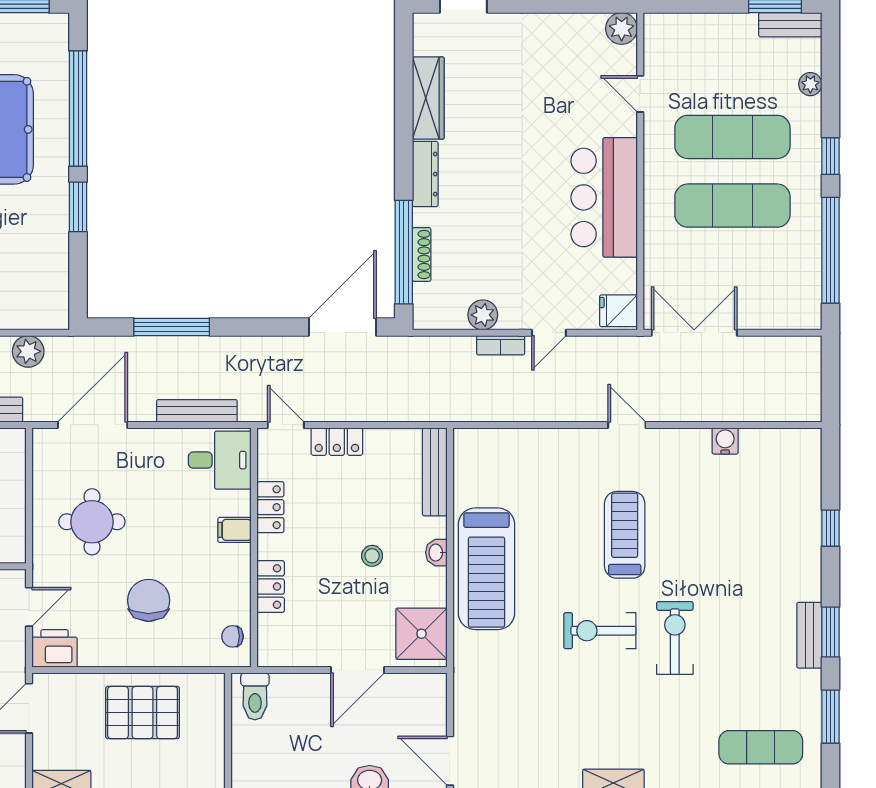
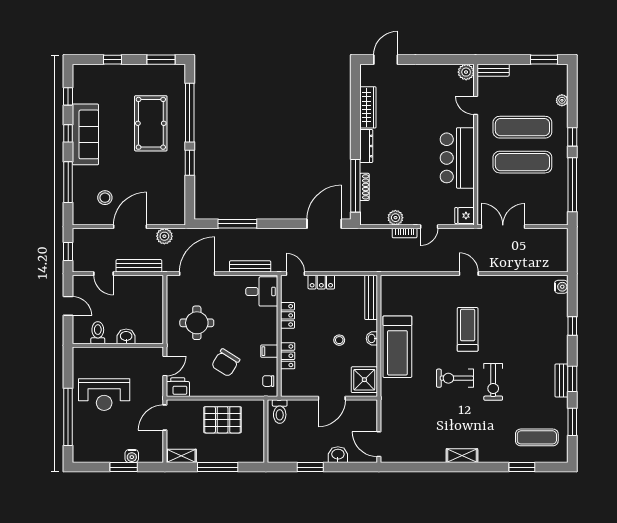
bench: (790, 25) -> (493, 70), moved
water cooler: (725, 441) -> (561, 287), moved, turned 90
filing cabinet: (234, 530) -> (269, 351), moved
chair: (149, 600) -> (226, 363), turned -148
exercise bike: (675, 638) -> (493, 382), turned 180

